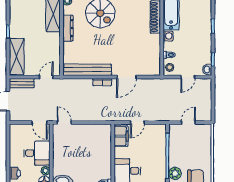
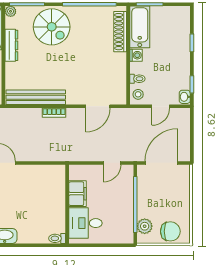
door: (126, 77) -> (98, 106), moved
door: (137, 123) -> (112, 163), moved
door: (188, 123) -> (161, 163), width x1.87
filing cabinet: (121, 136) -> (78, 194), moved

